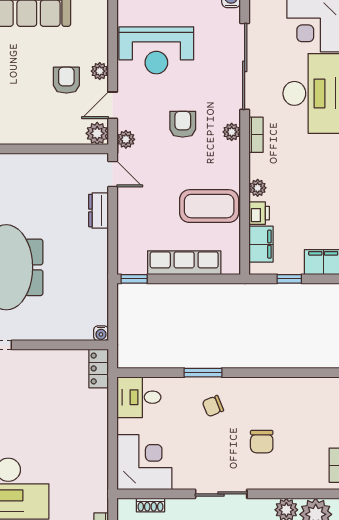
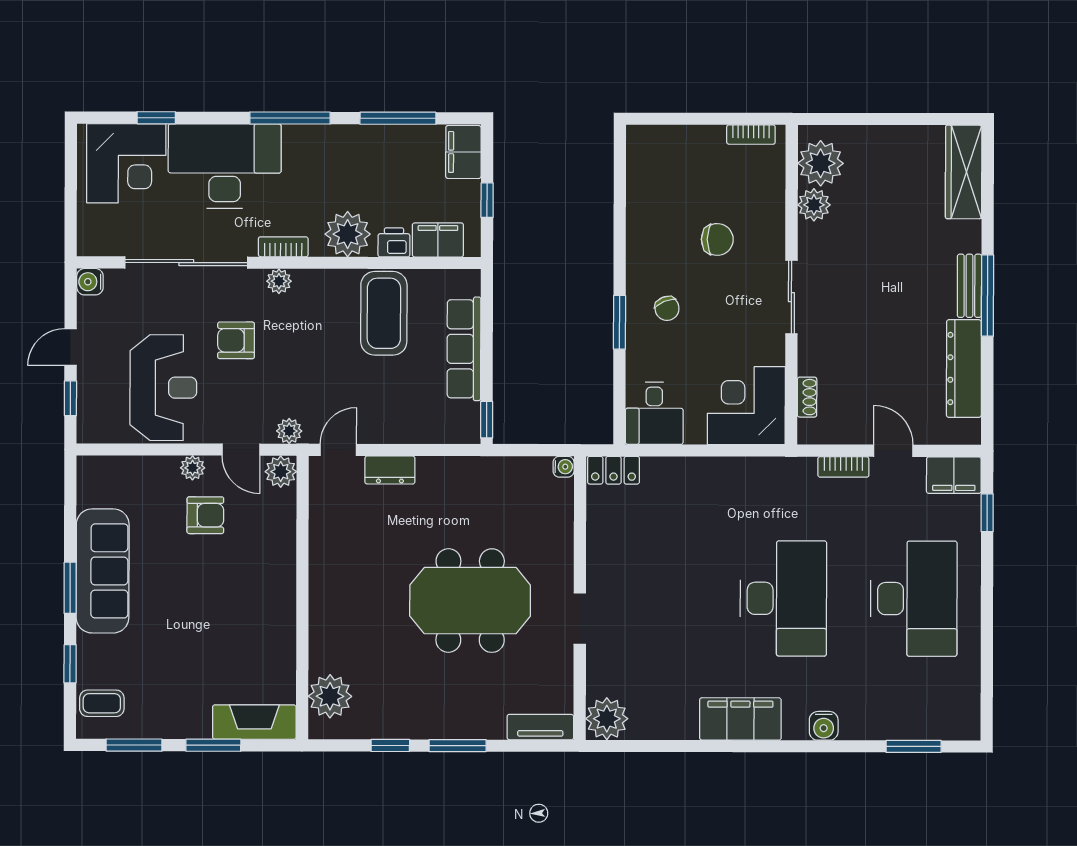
armchair: (66, 80) -> (205, 515), turned 180
armchair: (183, 124) -> (236, 340), moved
plant: (258, 188) -> (348, 234), width x1.88, depth x1.88

